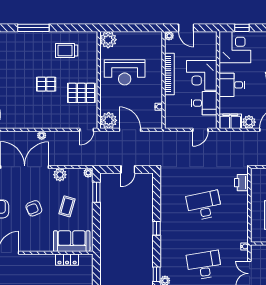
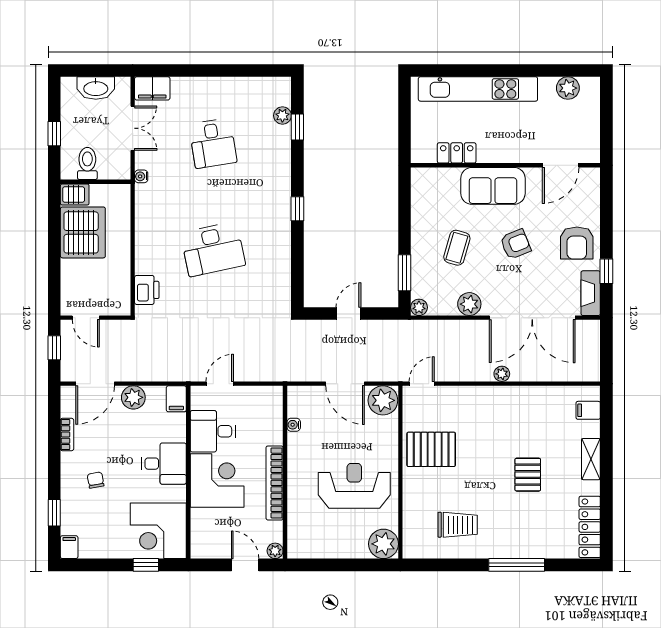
pallet: (46, 84) -> (528, 475), moved, turned 90
filing cabinet: (230, 121) -> (176, 399), width x0.50
sofa: (72, 241) -> (493, 186), moved
desk: (204, 265) -> (213, 143), width x0.73

